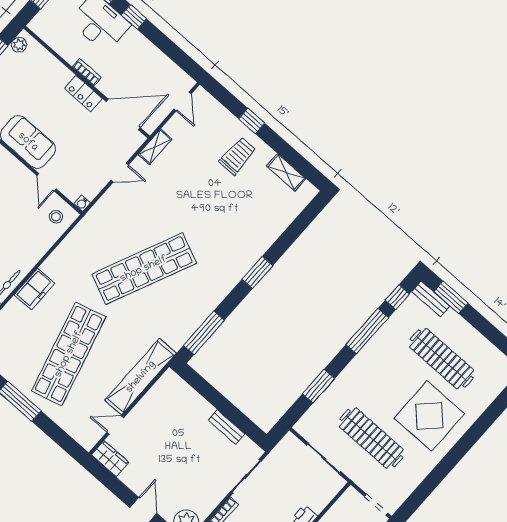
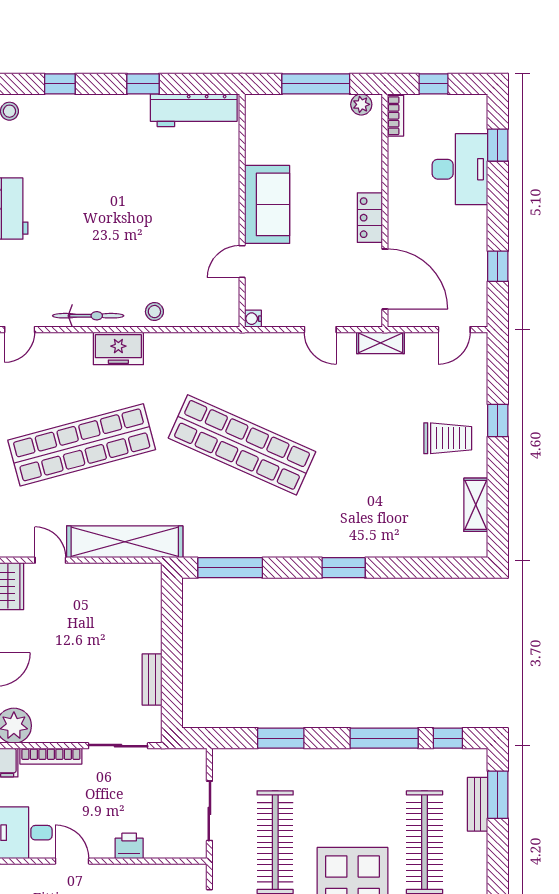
window: (134, 17) -> (498, 266), moved
bookcase: (87, 72) -> (396, 116), moved
stool: (56, 217) -> (154, 312), moved
bench: (431, 299) -> (477, 804), moved

